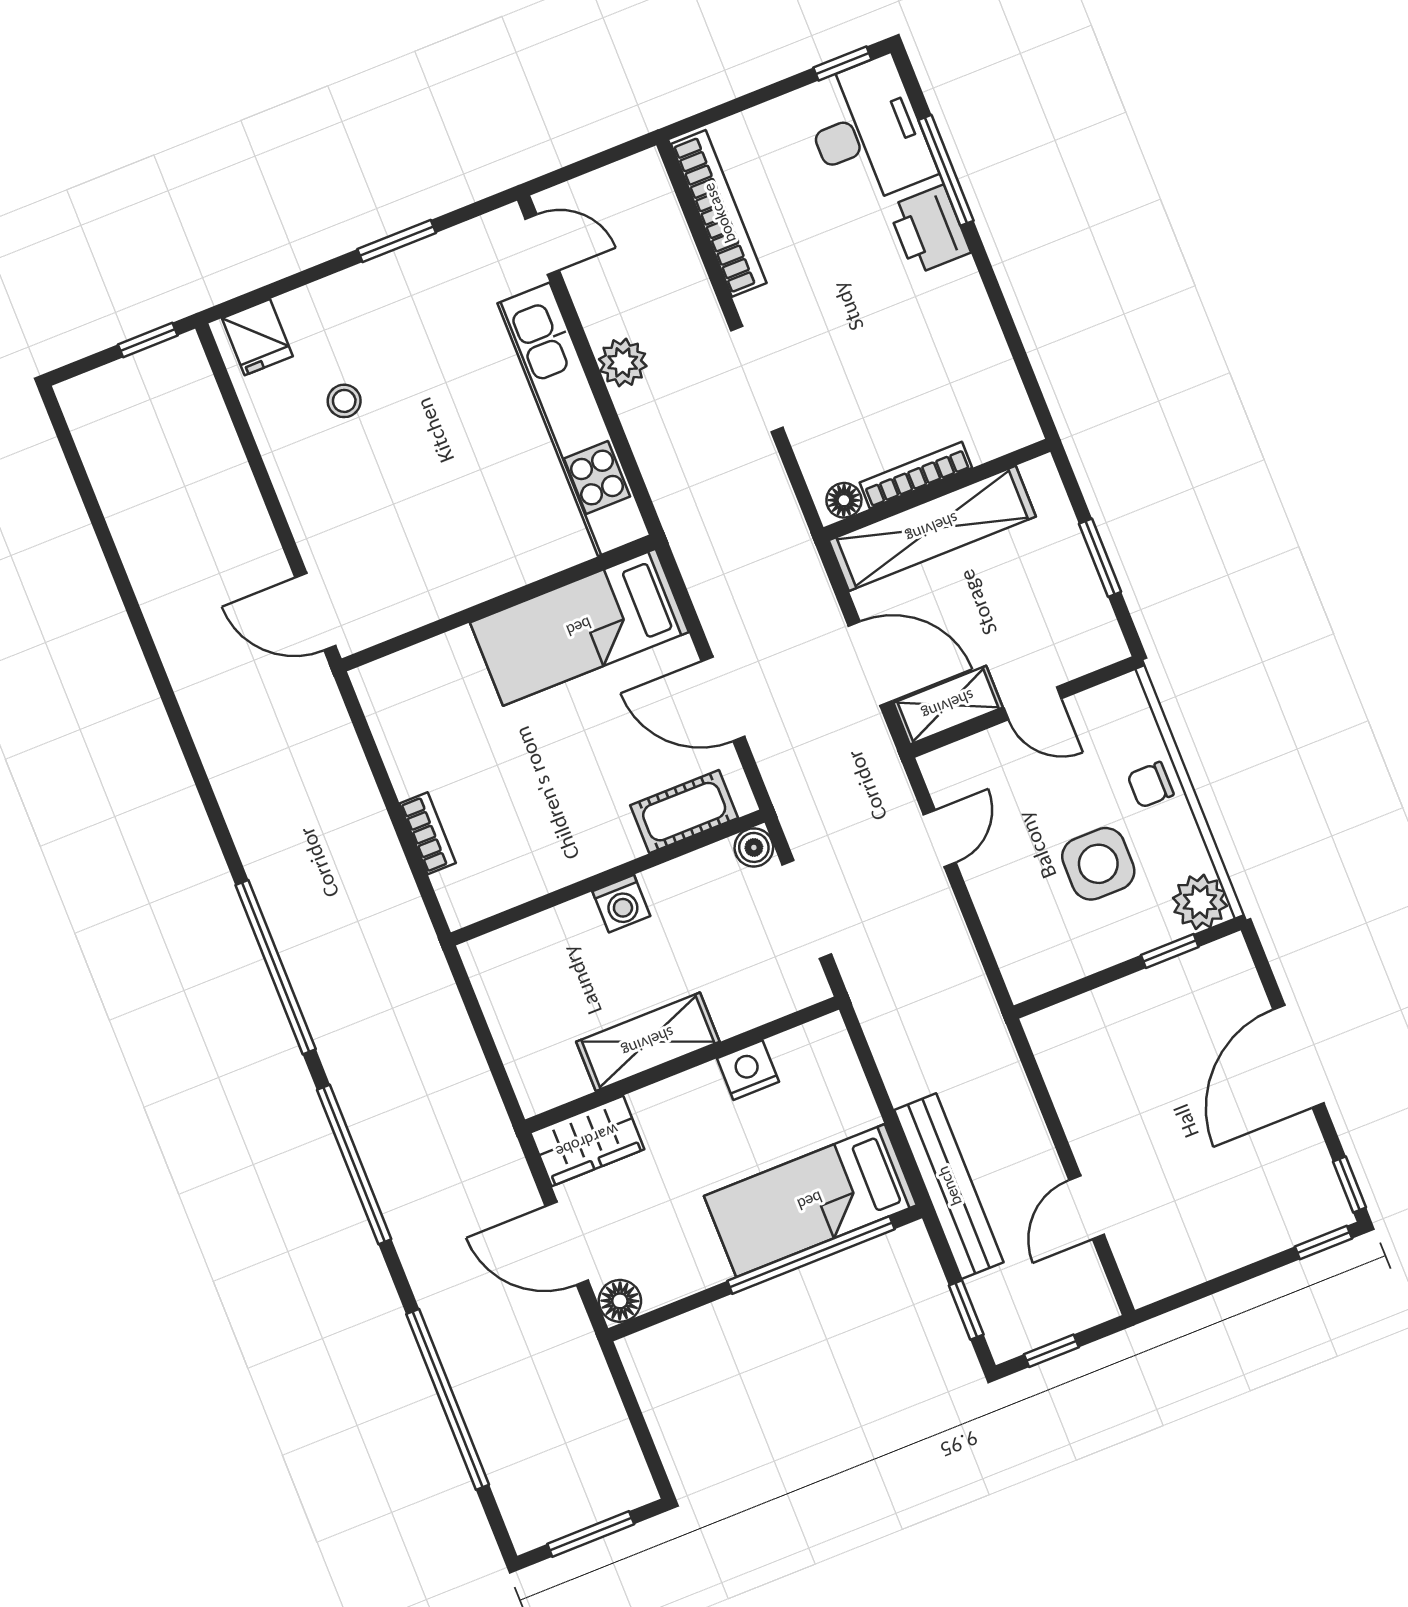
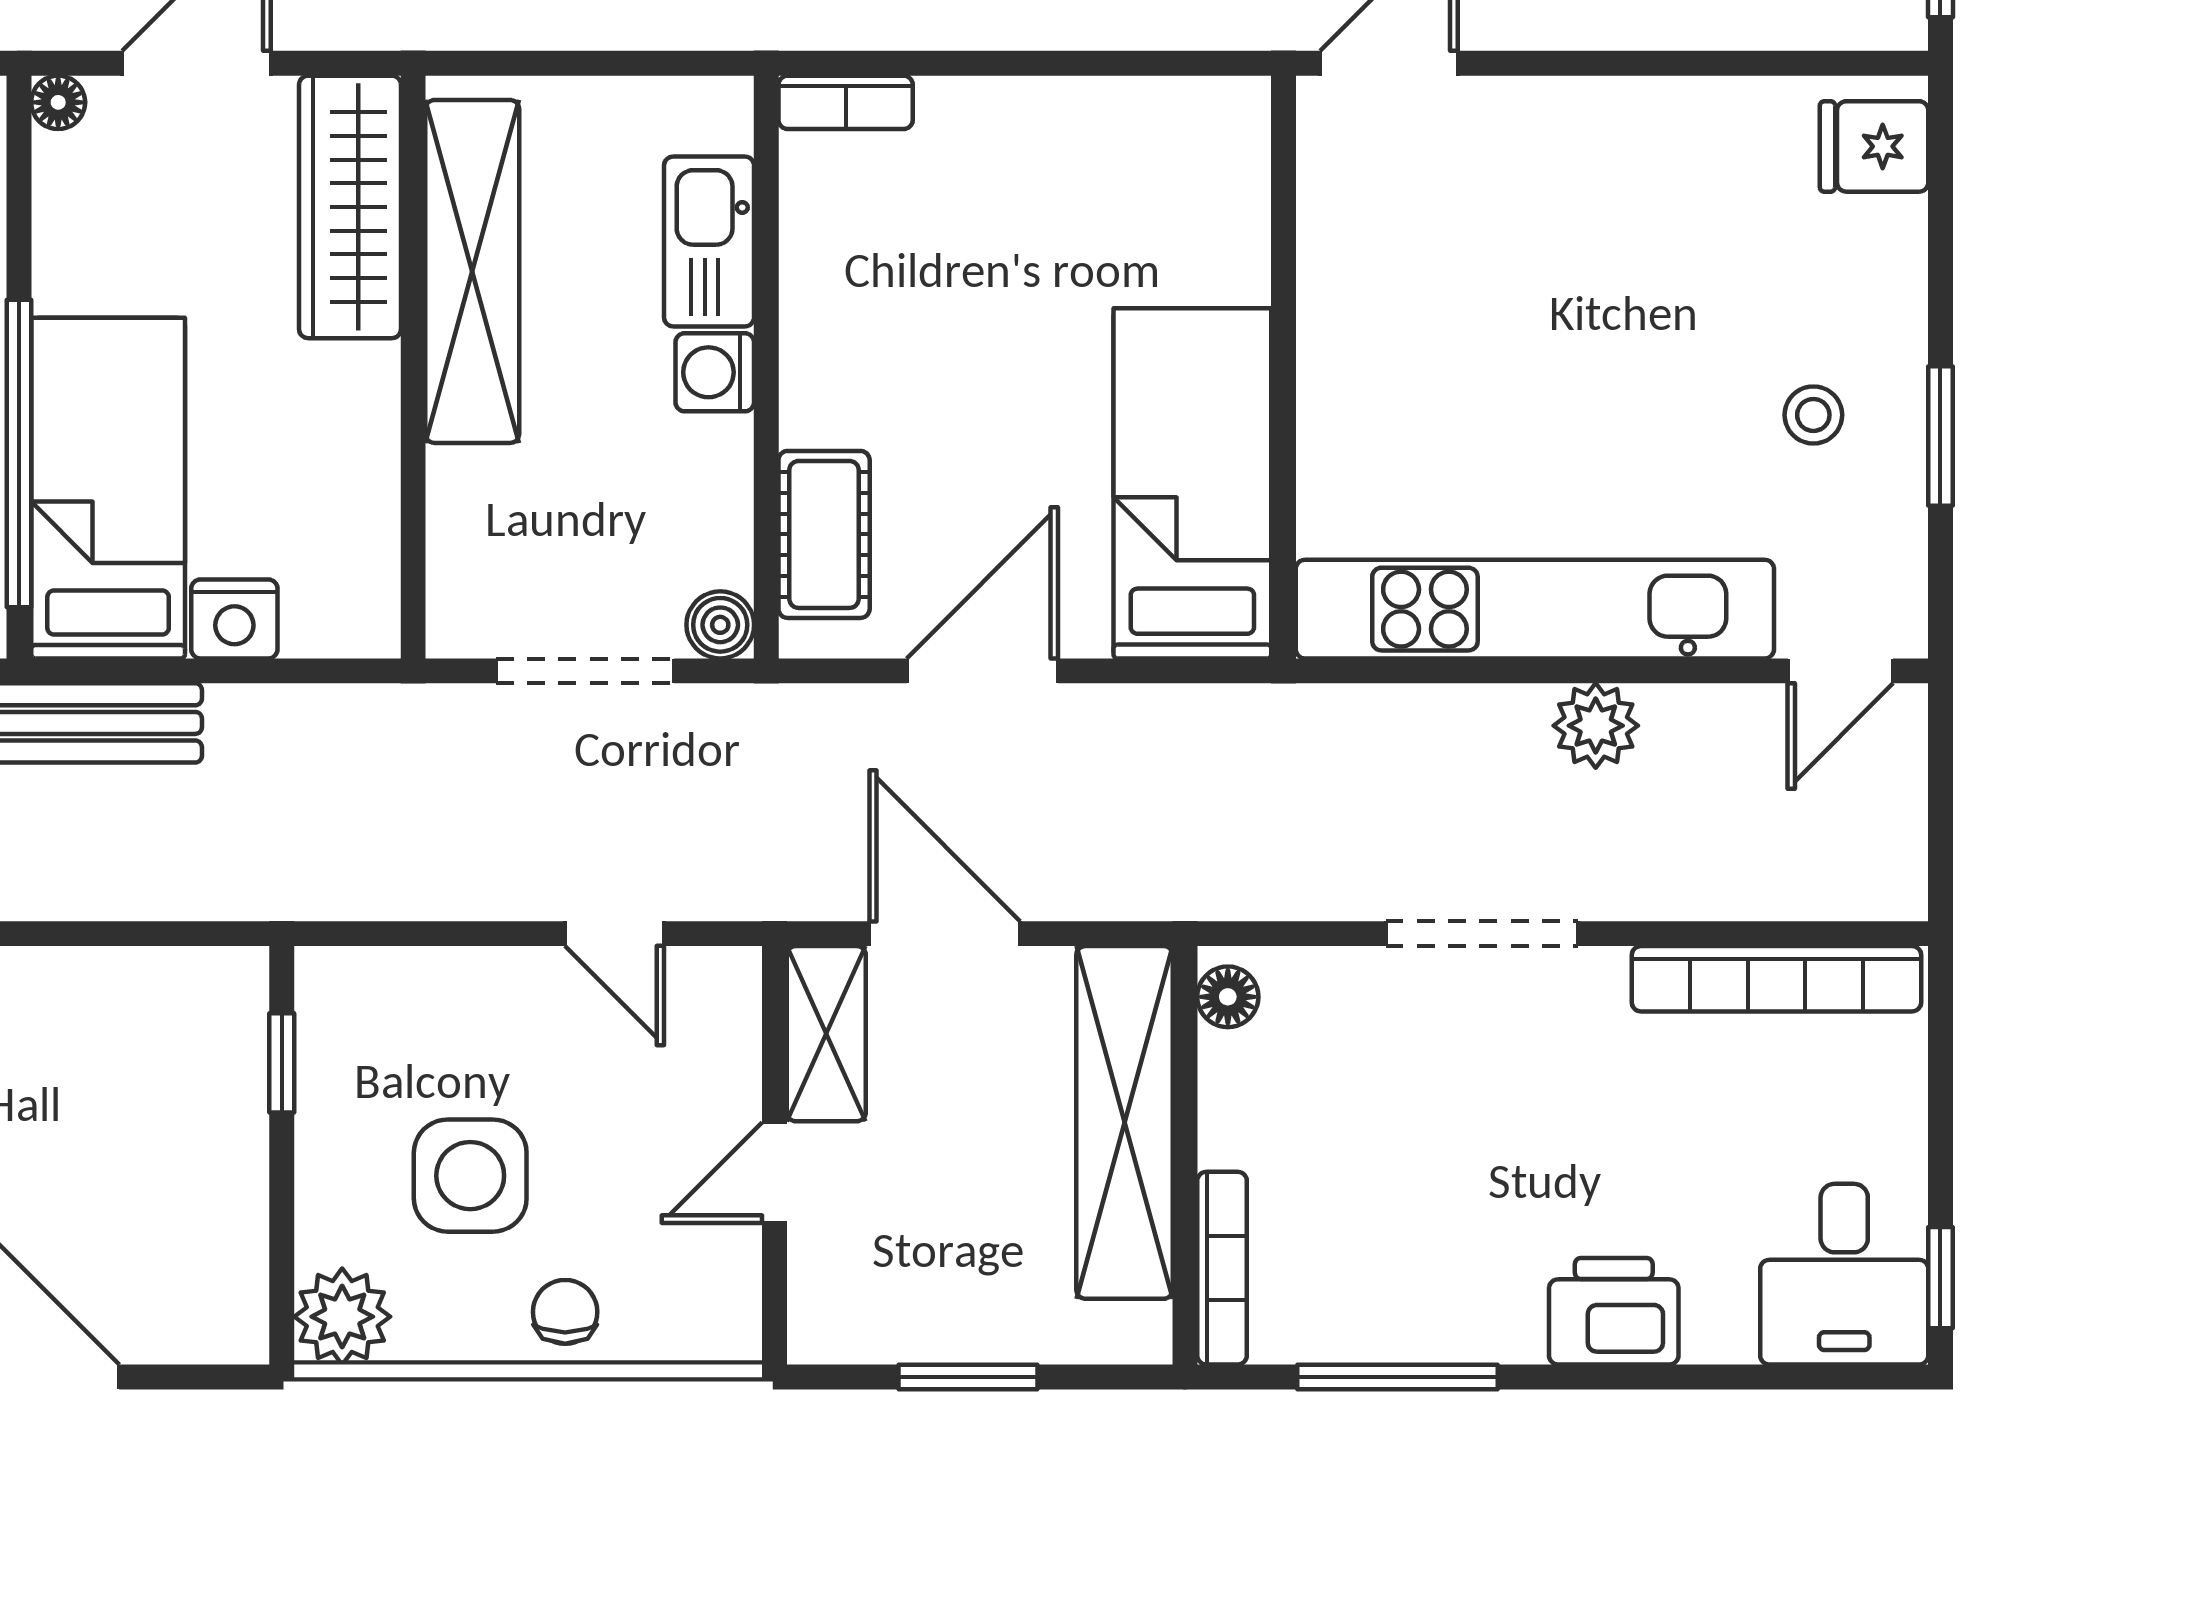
desk: (867, 132) -> (1844, 1274), width x0.73
window: (946, 170) -> (1398, 1377), moved
stool: (344, 401) -> (1813, 415), moved
bookcase: (916, 475) -> (1222, 1268), moved
door: (870, 664) -> (945, 934), swing flipped
bookcase: (428, 833) -> (846, 102), moved
kitchen sink: (553, 934) -> (709, 241), added
window: (1170, 951) -> (282, 1063), moved
shelving: (648, 1042) -> (472, 271), width x1.47
nightstand: (748, 1070) -> (234, 619), moved, turned 90
wardrobe: (587, 1141) -> (350, 207), width x1.50
floor lamp: (620, 1301) -> (58, 102), width x0.73, depth x0.73

